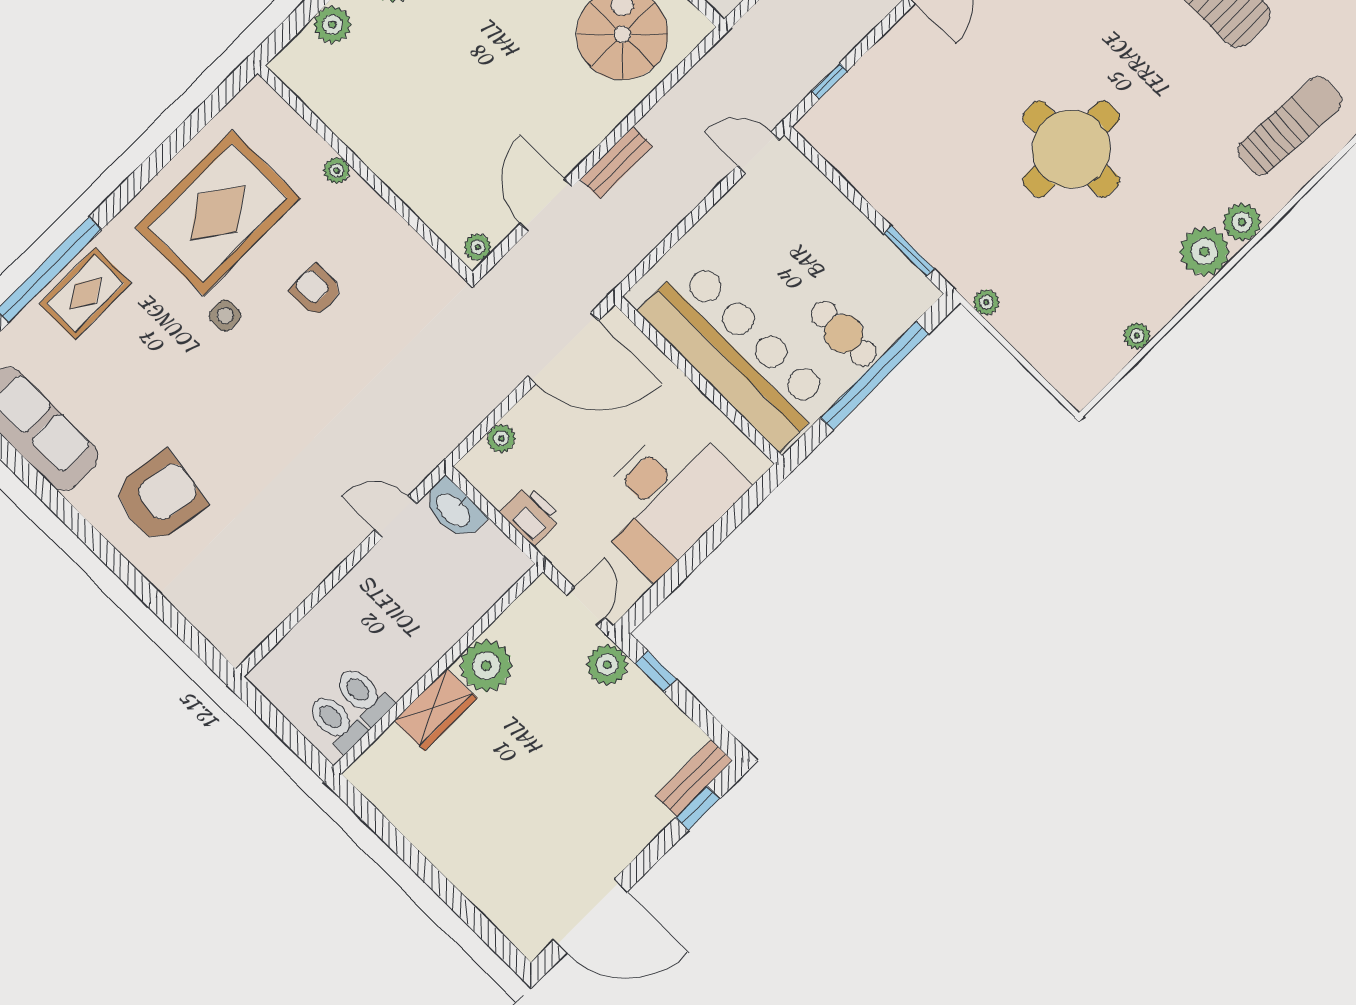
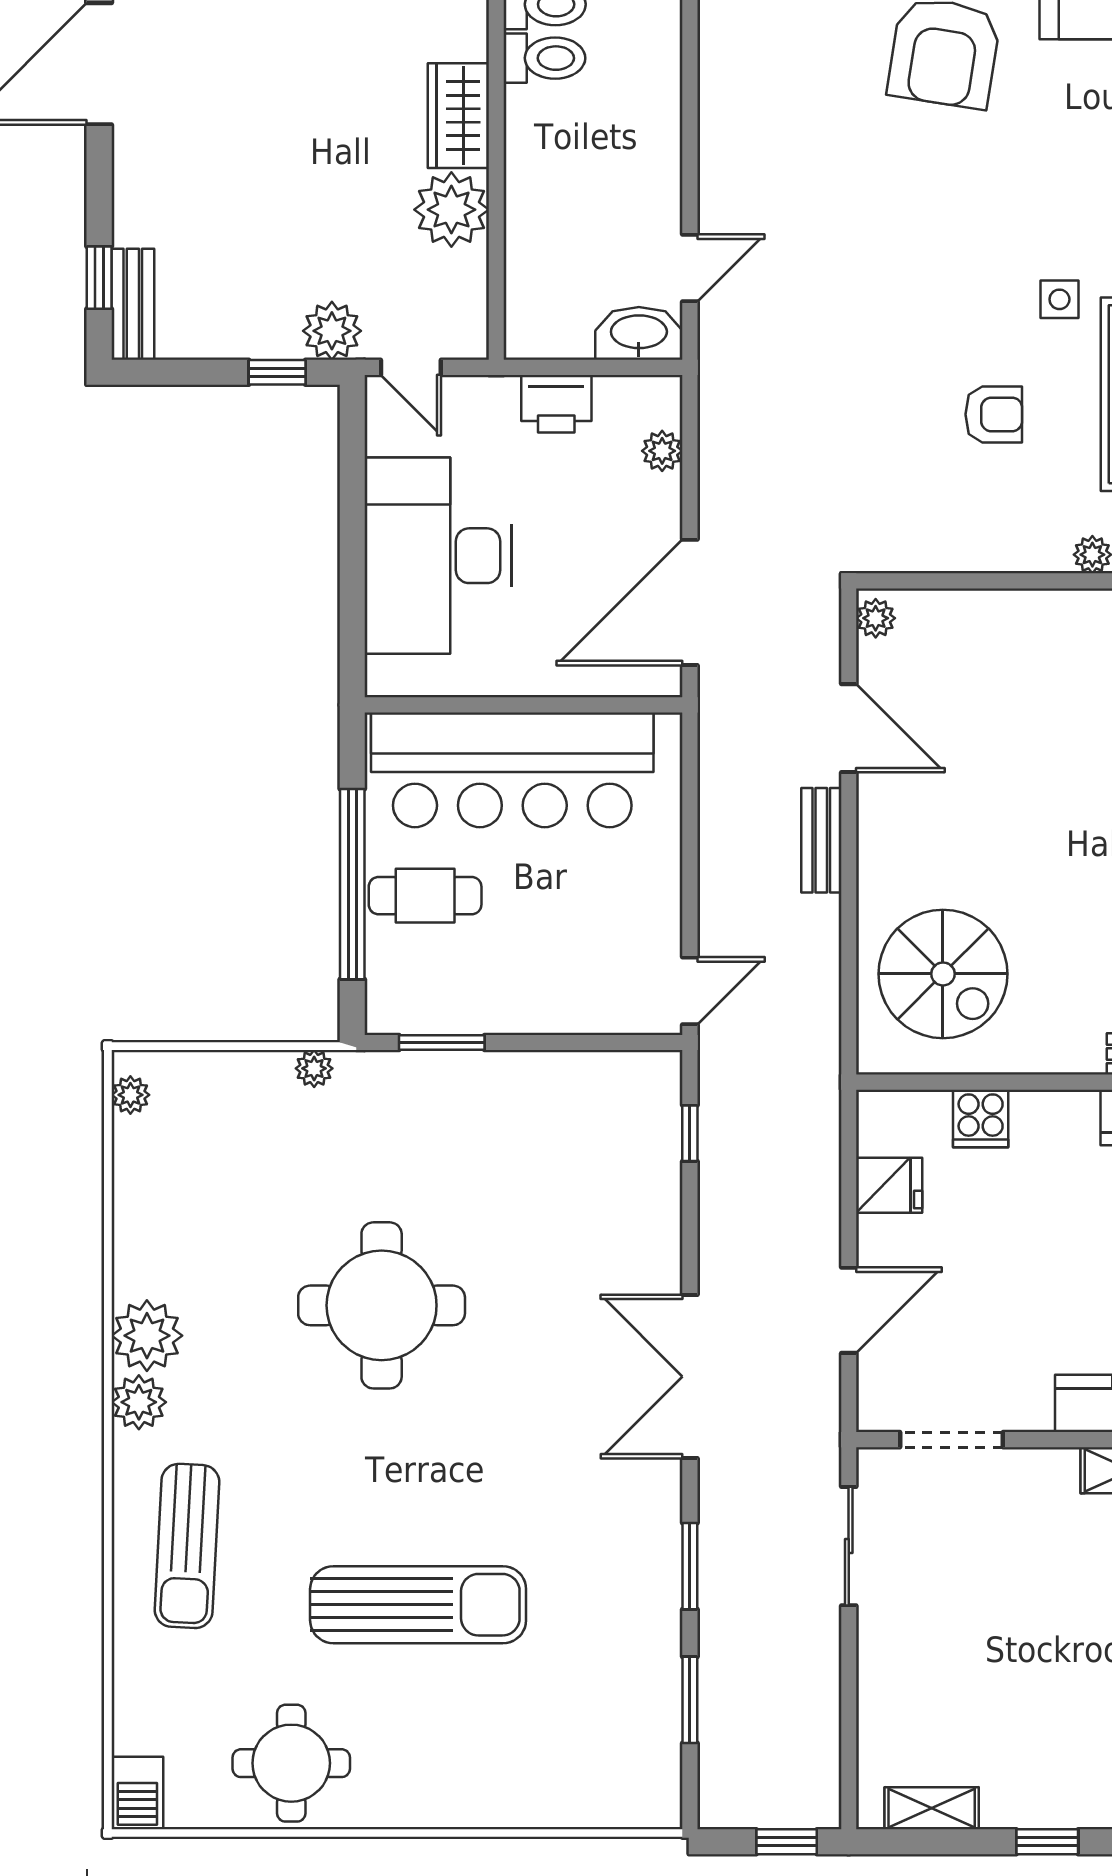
plant: (1137, 336) -> (130, 1095), moved

